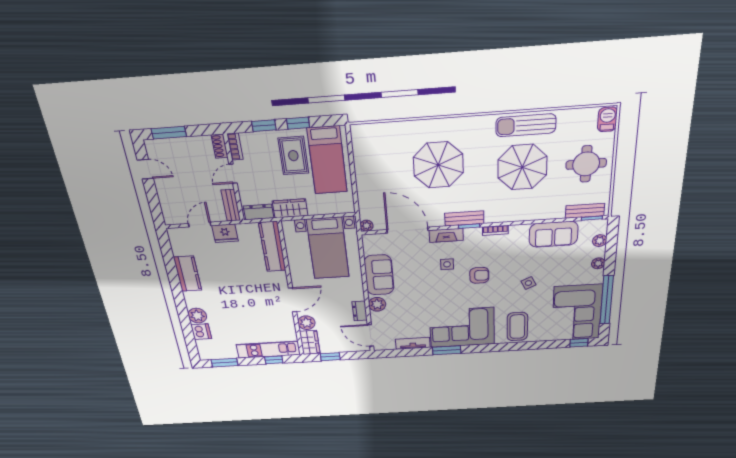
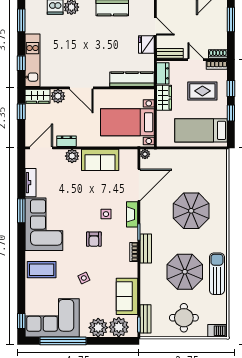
rug: (293, 156) -> (202, 91), moved
bench: (464, 218) -> (146, 249), moved
plant: (600, 241) -> (119, 327), width x1.87, depth x1.87
plant: (598, 263) -> (98, 328), width x1.87, depth x1.87

